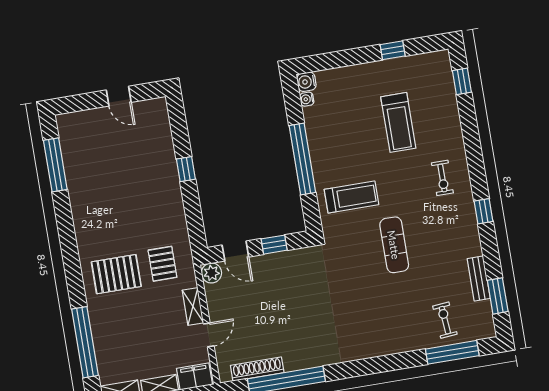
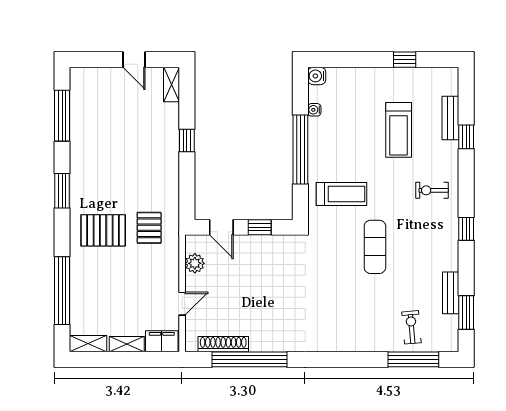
window: (462, 81) -> (466, 137), moved
water cooler: (307, 99) -> (314, 110), moved
bench: (449, 102) -> (450, 118), added
exercise bike: (442, 178) -> (432, 190), turned 90
window: (68, 241) -> (62, 191), added
plant: (211, 273) -> (195, 263), moved
shelving: (193, 307) -> (172, 84), moved

